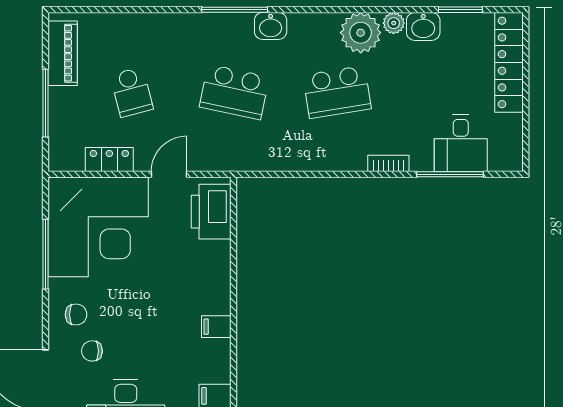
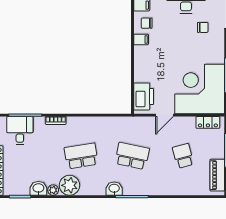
locker: (109, 160) -> (208, 122), moved
chair: (76, 315) -> (147, 23), moved

